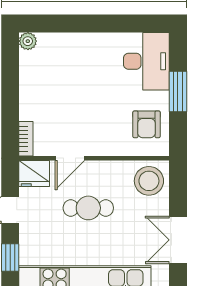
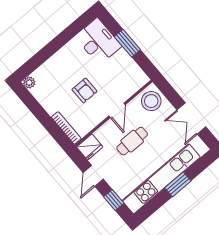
armchair: (147, 124) -> (84, 90), moved
bookcase: (26, 139) -> (66, 128), width x1.56
door: (70, 158) -> (117, 110), moved

